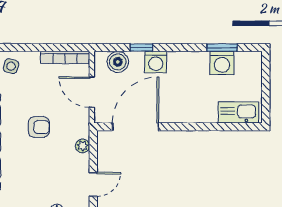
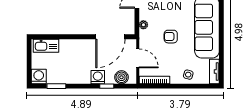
washing machine: (222, 63) -> (39, 77), moved

